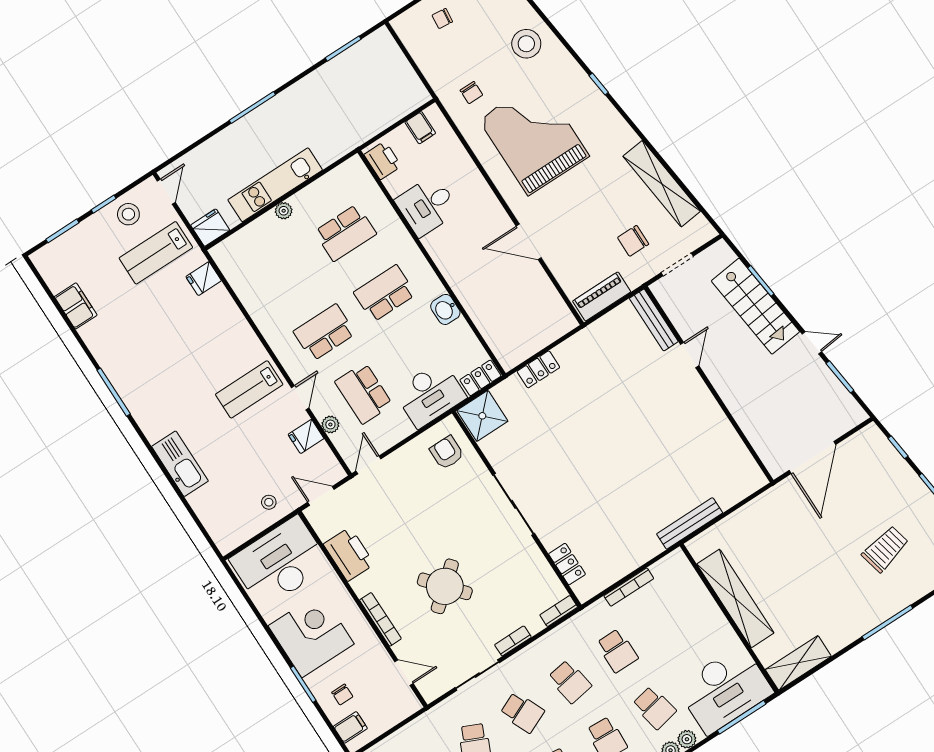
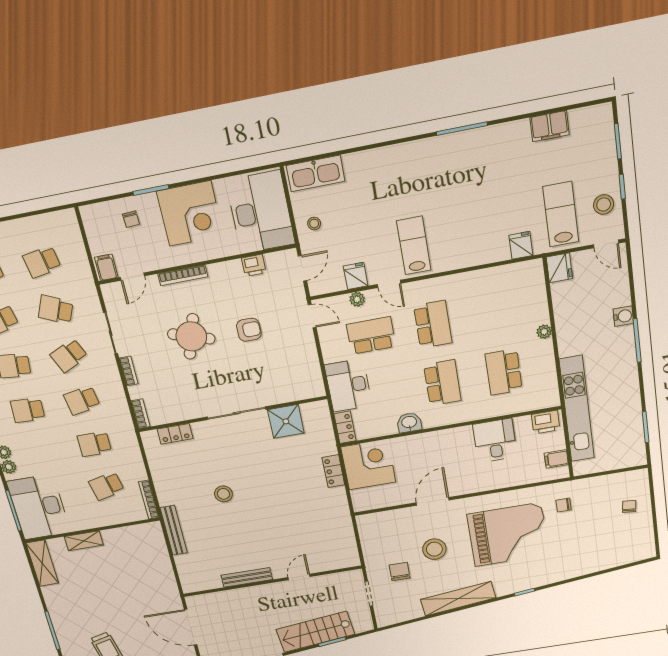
stool: (526, 44) -> (434, 549), moved
water cooler: (233, 135) -> (623, 316), added
shelving: (662, 184) -> (458, 599), moved
kitchen unit: (275, 185) -> (577, 409), moved, width x1.36
piano: (602, 296) -> (369, 535), removed
bench: (654, 320) -> (247, 577), moved
corner desk: (514, 333) -> (368, 465), added
door: (690, 355) -> (299, 577), swing flipped
shower: (482, 416) -> (286, 421), moved
armchair: (447, 453) -> (249, 330), moved
kitchen sink: (180, 464) -> (316, 173), moved
stool: (619, 483) -> (223, 494), added
printer: (349, 554) -> (254, 265), width x0.53, depth x0.68
round table: (445, 586) -> (191, 336), turned -32
bookcase: (629, 587) -> (149, 500), moved
shelving: (735, 598) -> (84, 541), width x0.45, depth x0.75
chair: (342, 695) -> (131, 219), turned -93
school desk: (654, 708) -> (107, 486), moved
filing cabinet: (350, 727) -> (106, 267), moved, turned 180

